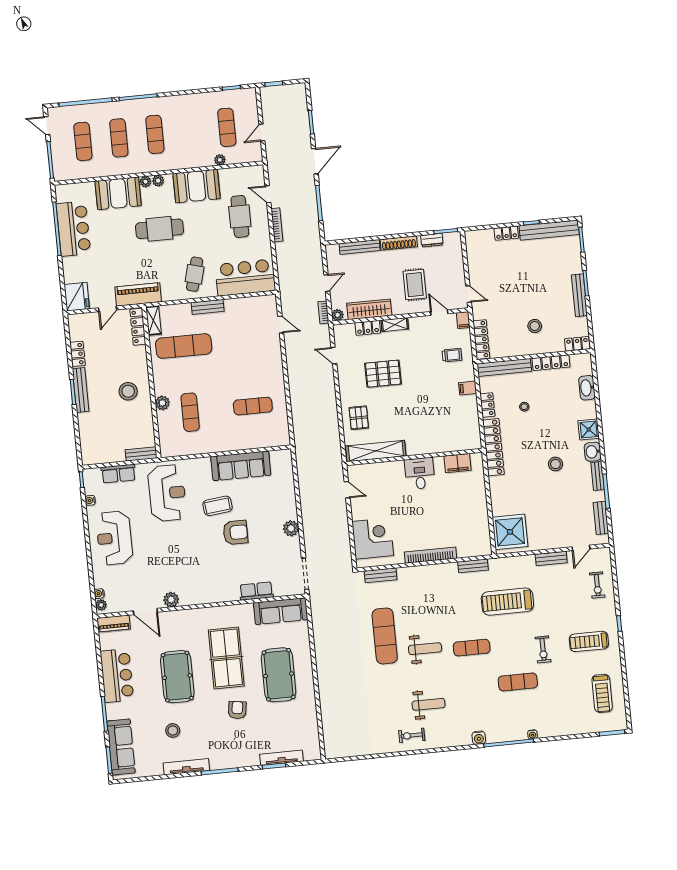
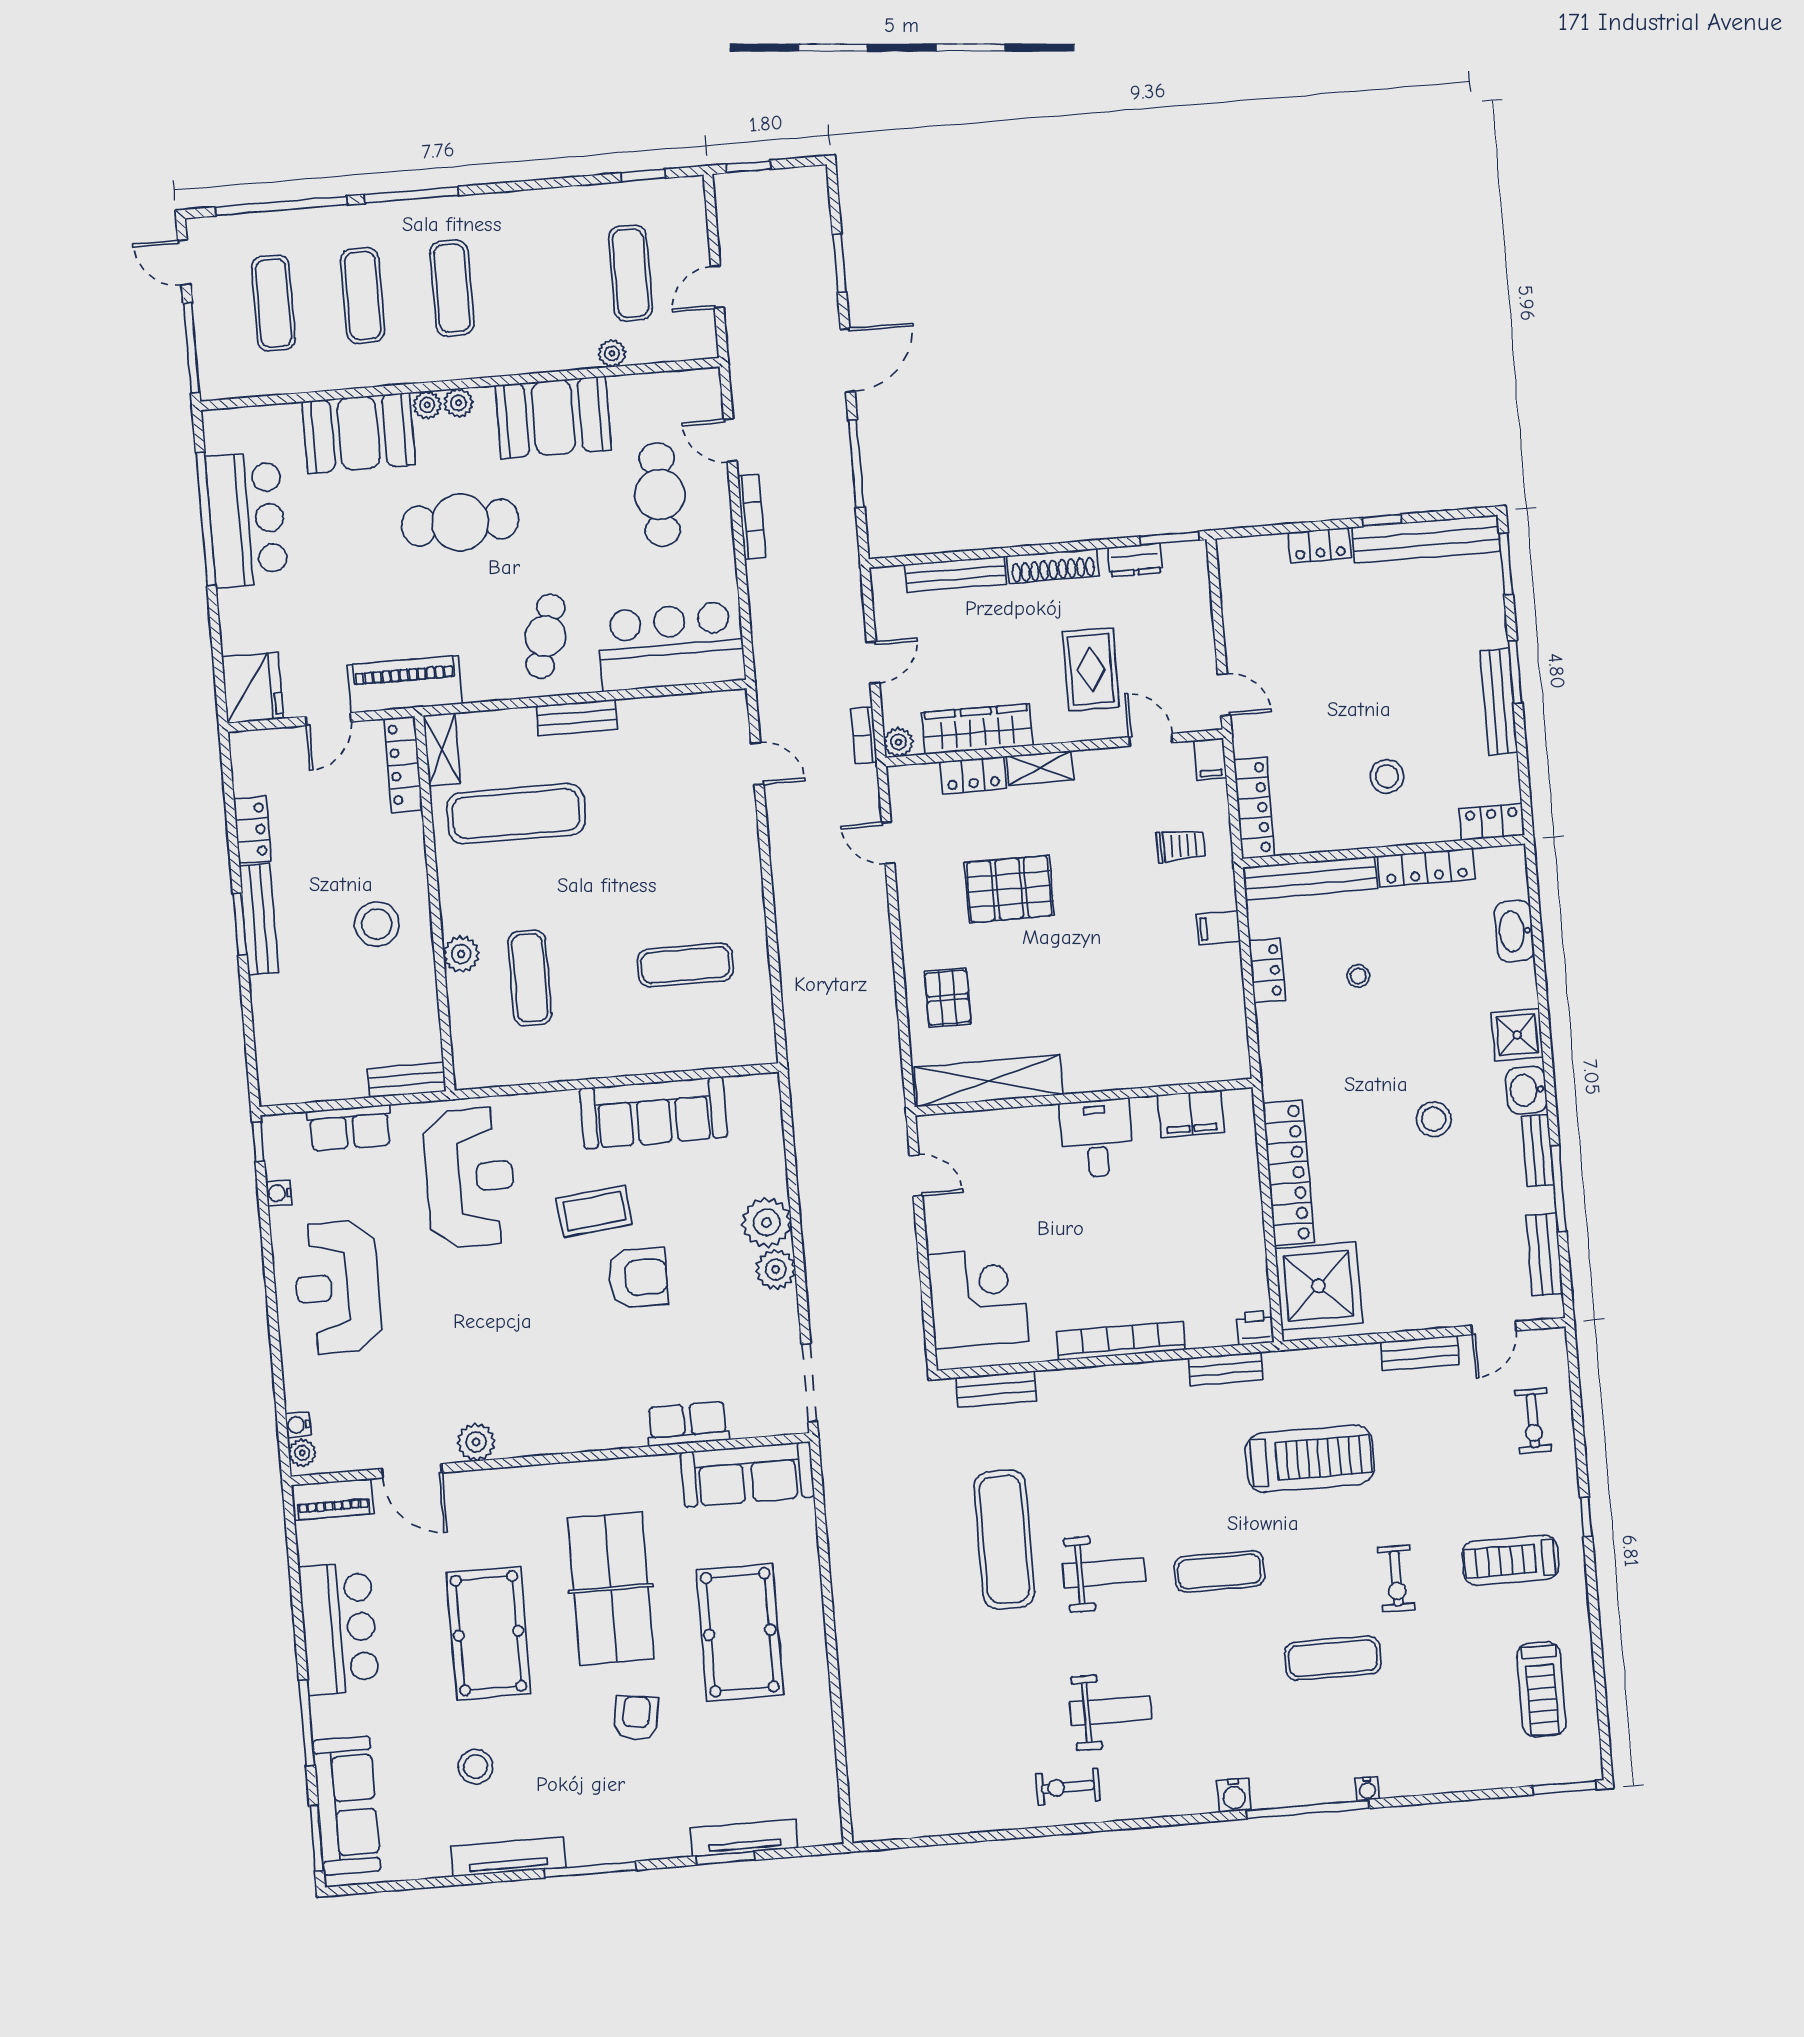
locker: (493, 447) -> (1289, 1173), moved
plant: (287, 509) -> (767, 1222), added
printer: (485, 549) -> (1255, 1328), added
treadmill: (507, 602) -> (1310, 1459), turned 180

